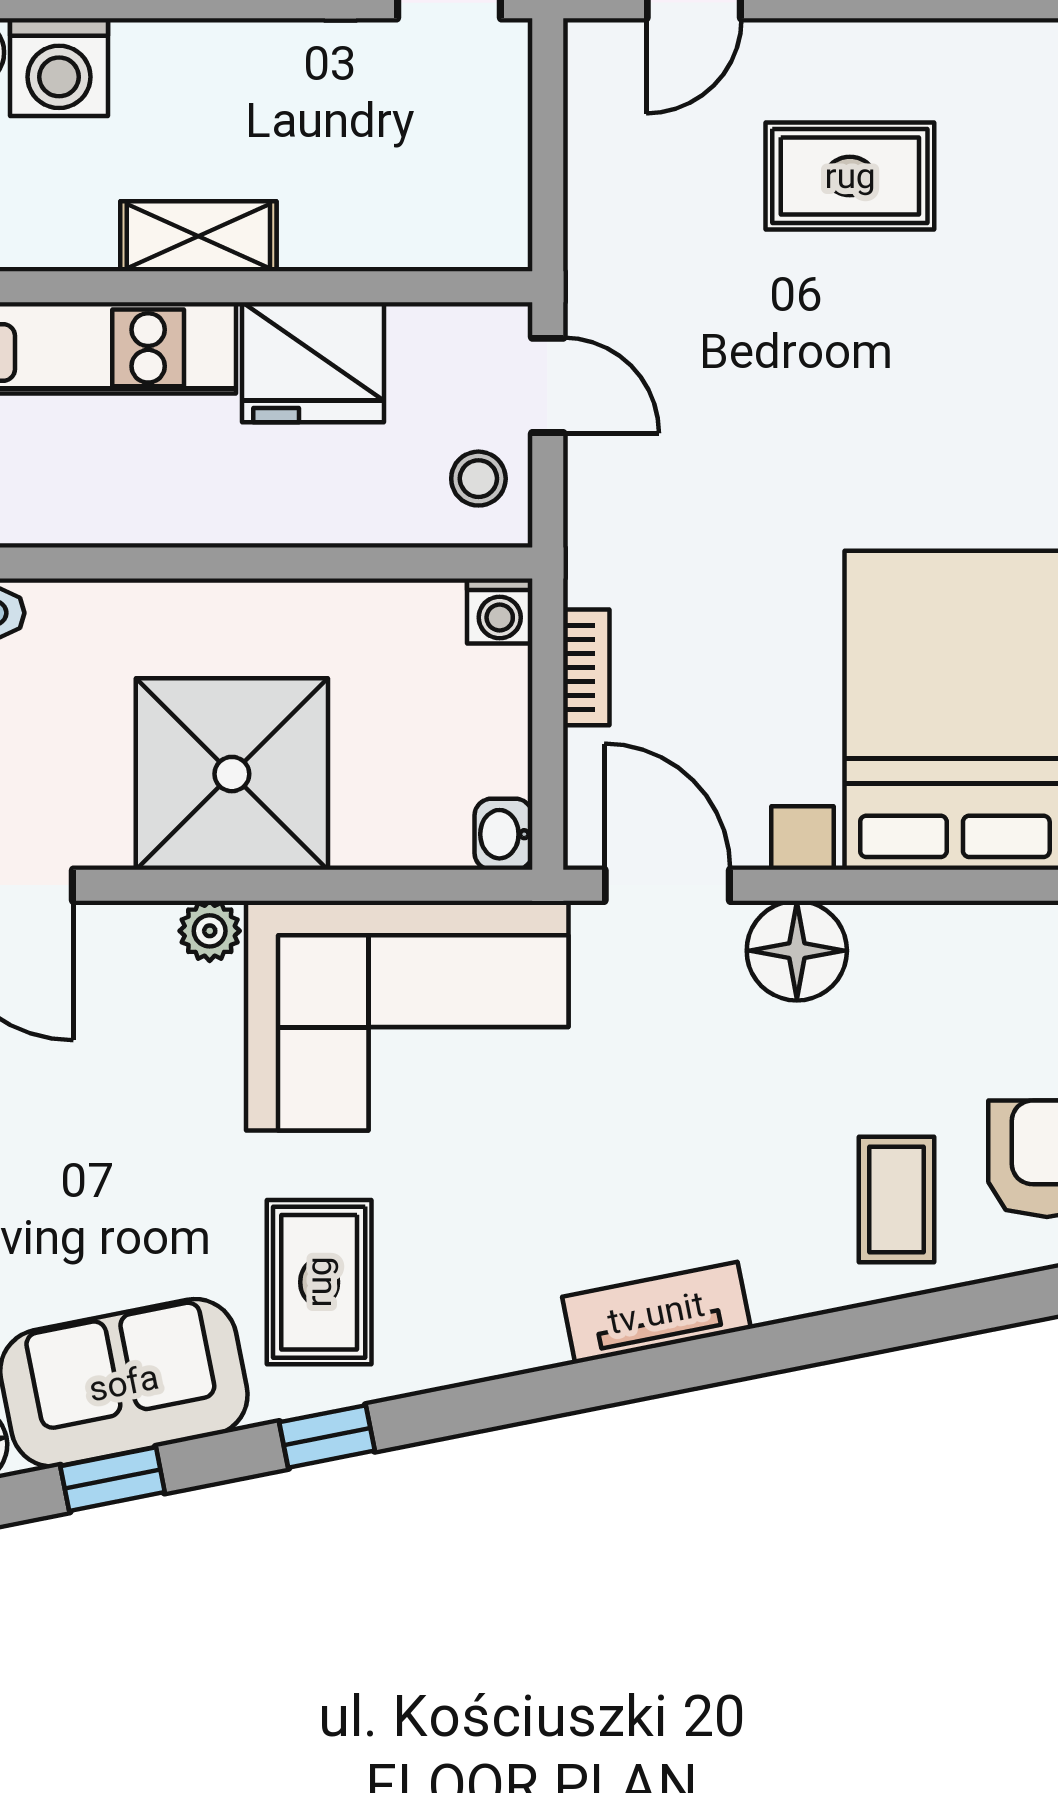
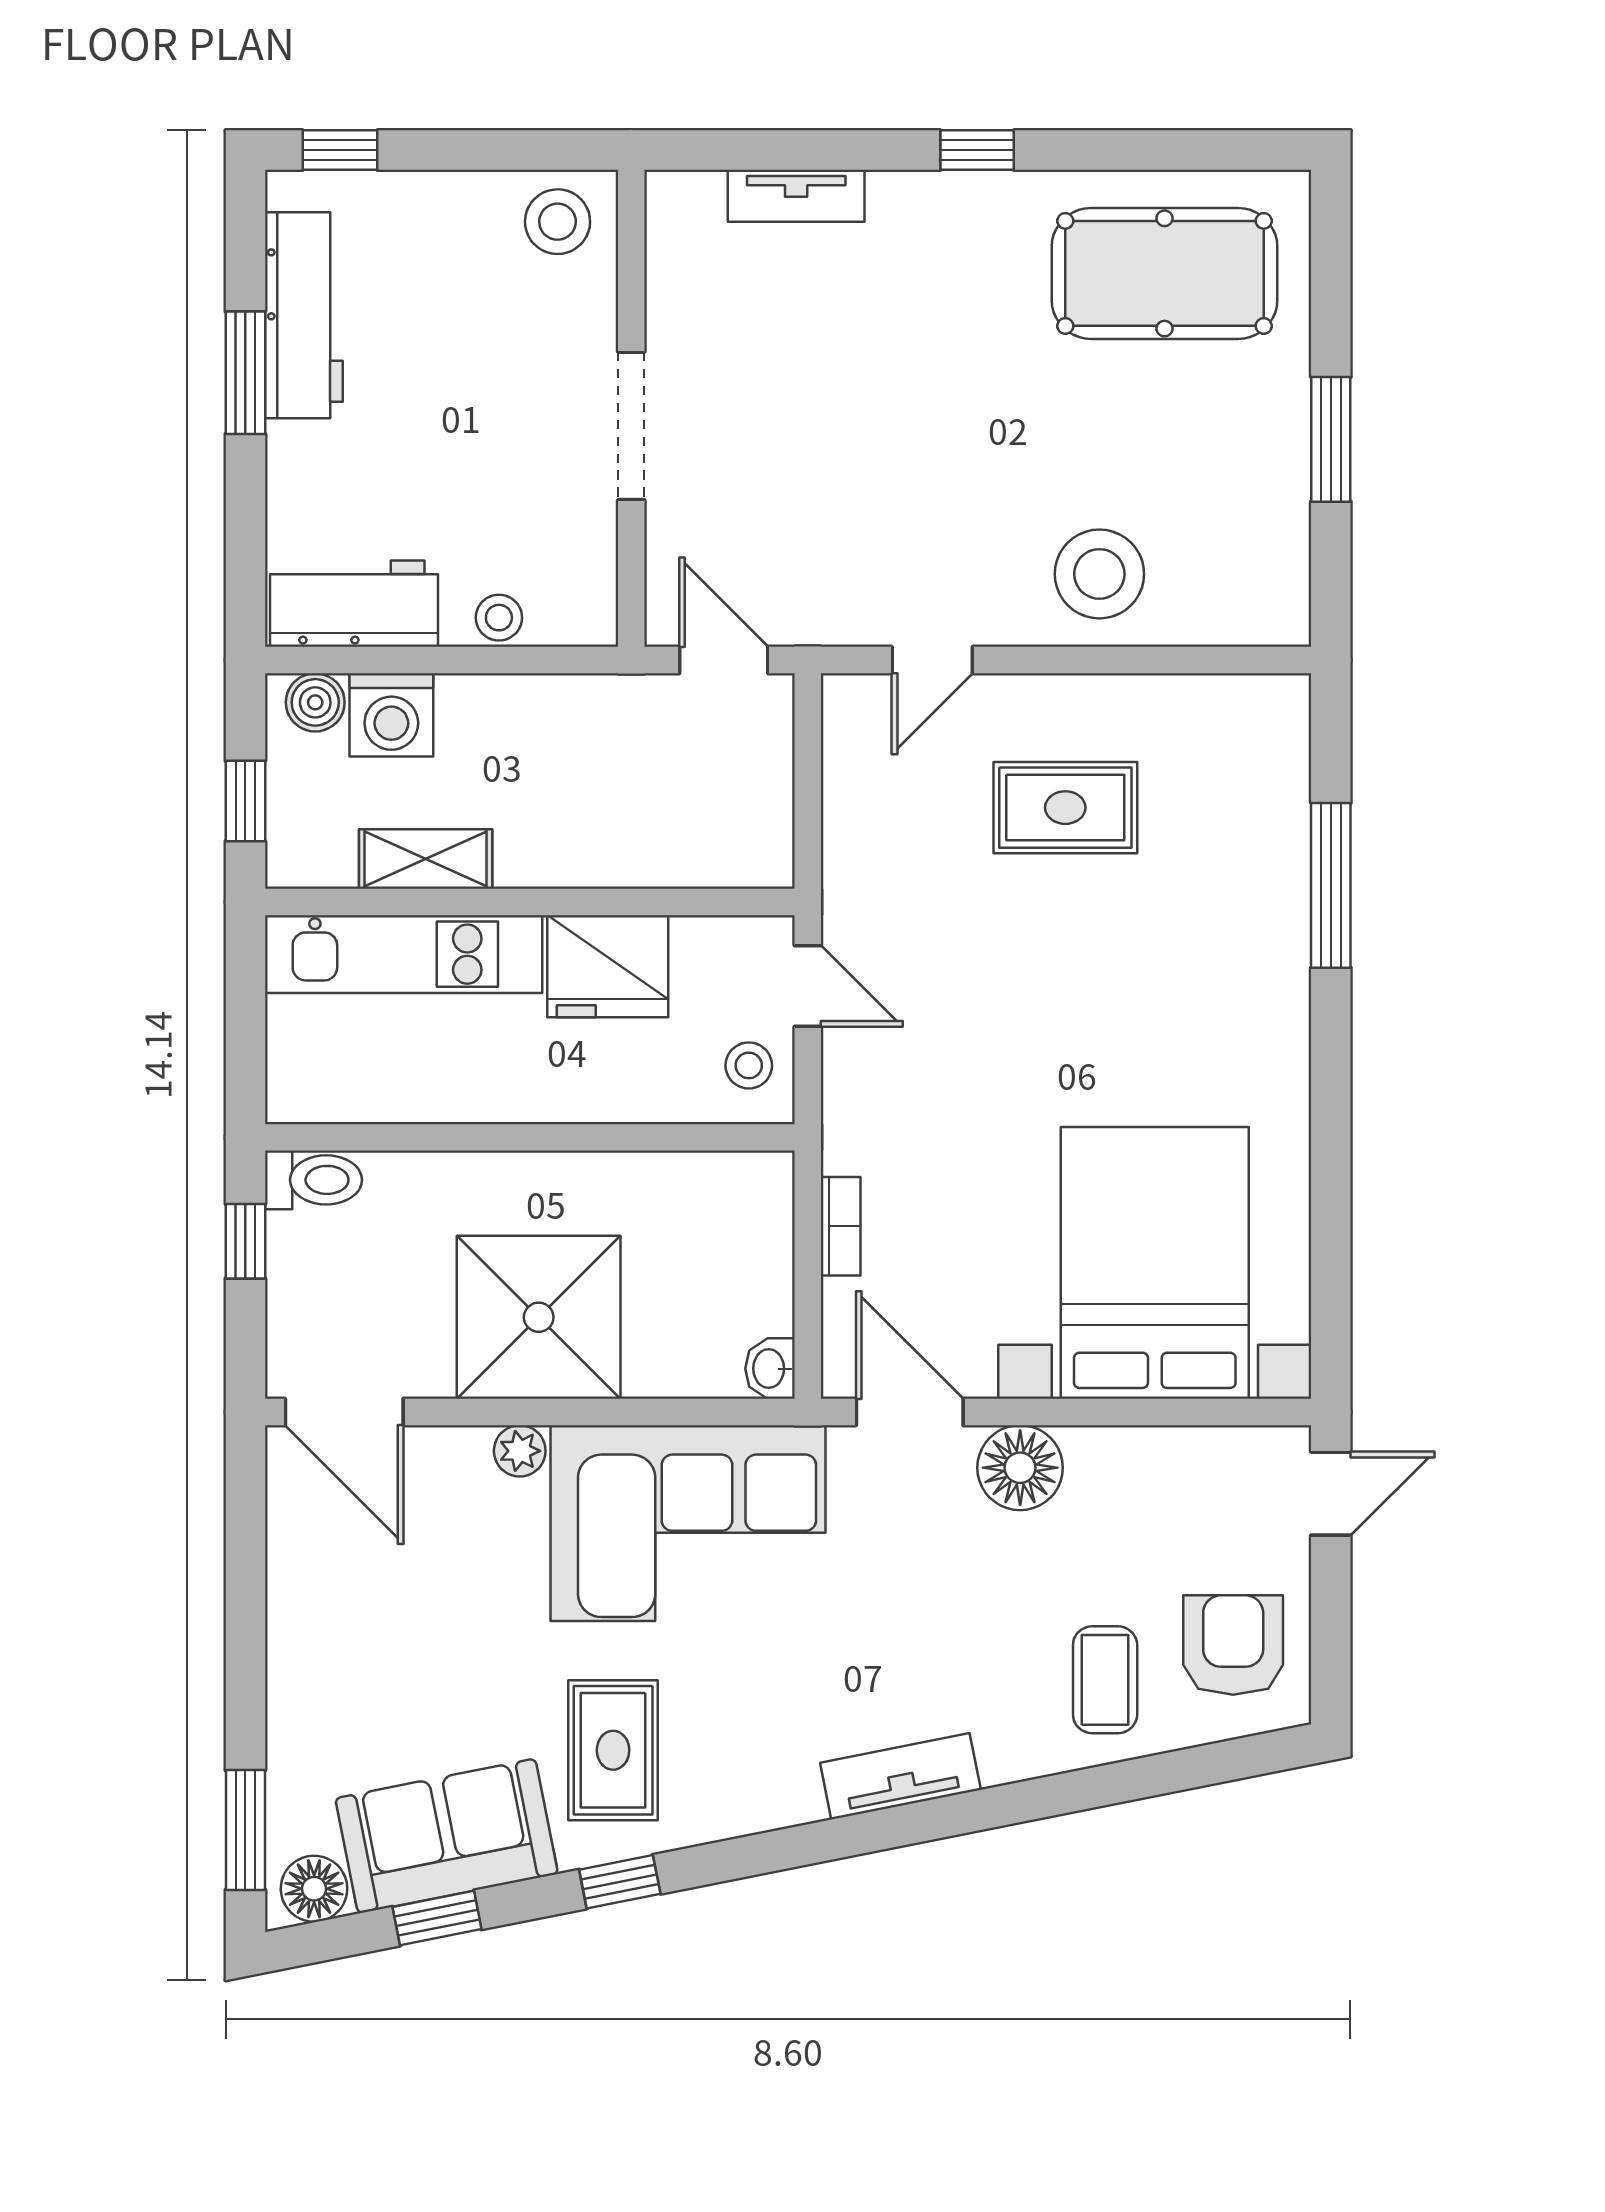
shelving: (198, 236) -> (426, 859), moved
washing machine: (500, 611) -> (767, 1178), removed

